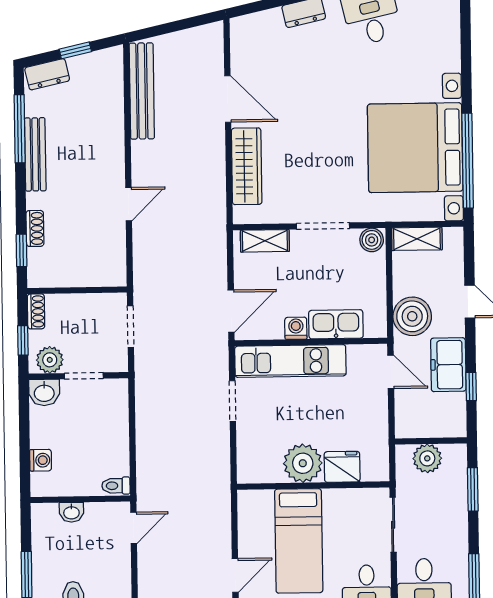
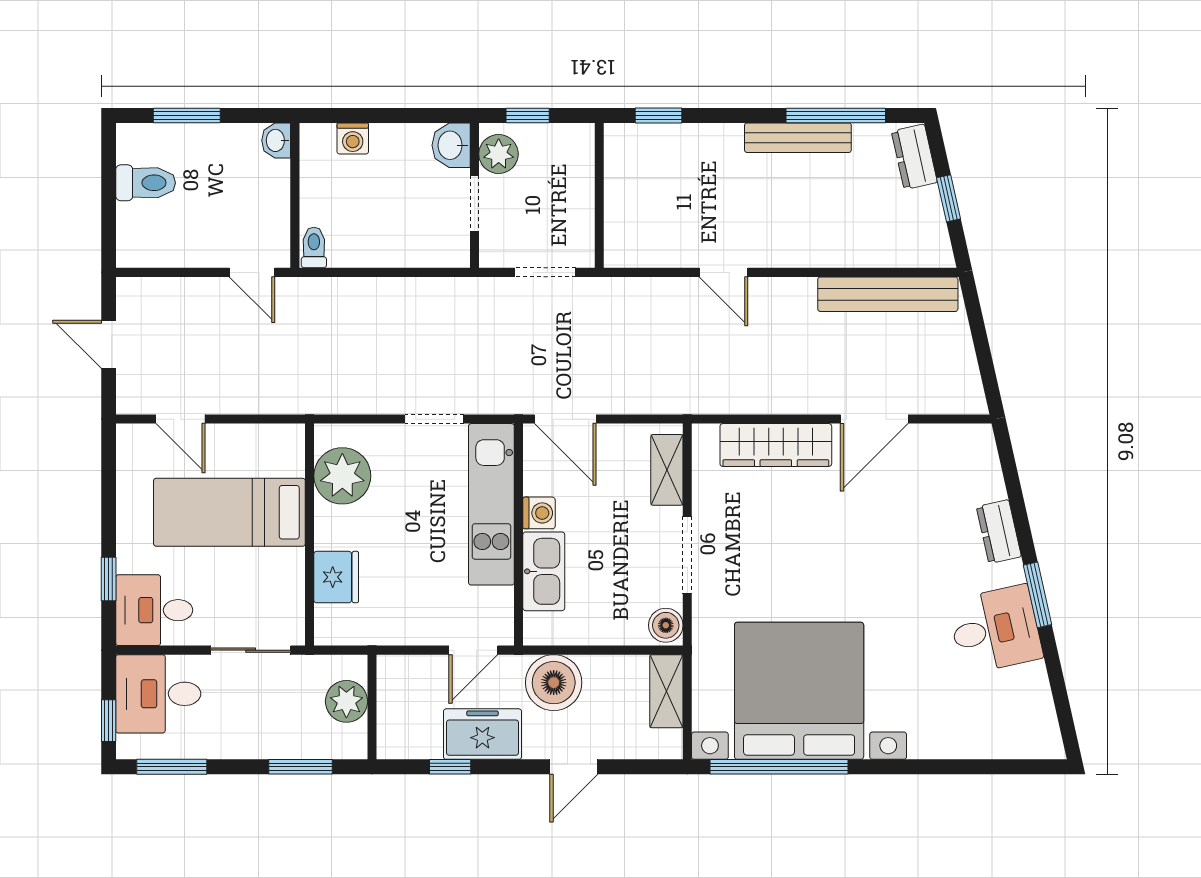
shoe rack: (35, 228) -> (690, 135), removed
shoe rack: (36, 311) -> (569, 135), removed
plant: (303, 463) -> (342, 476), moved
washbasin: (71, 512) -> (276, 140), moved

